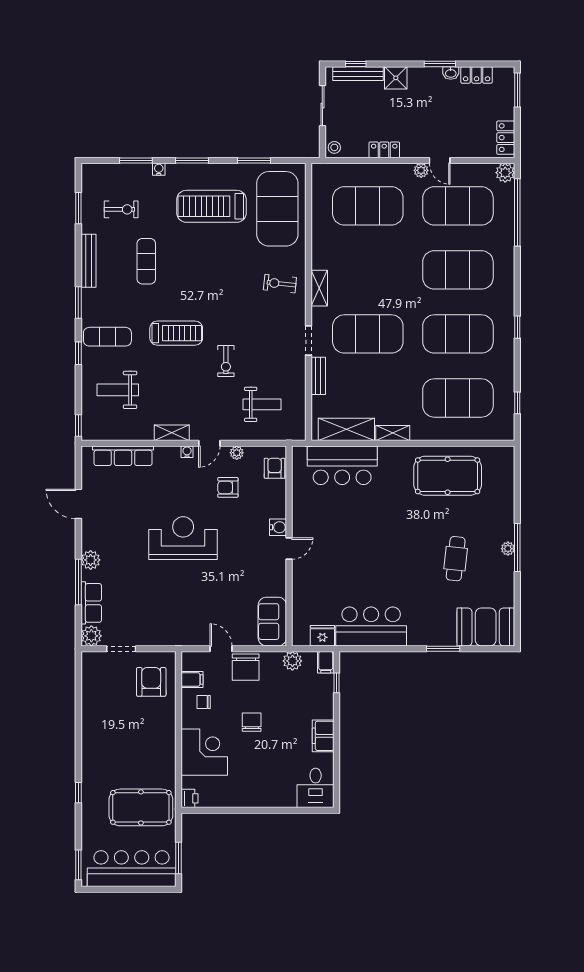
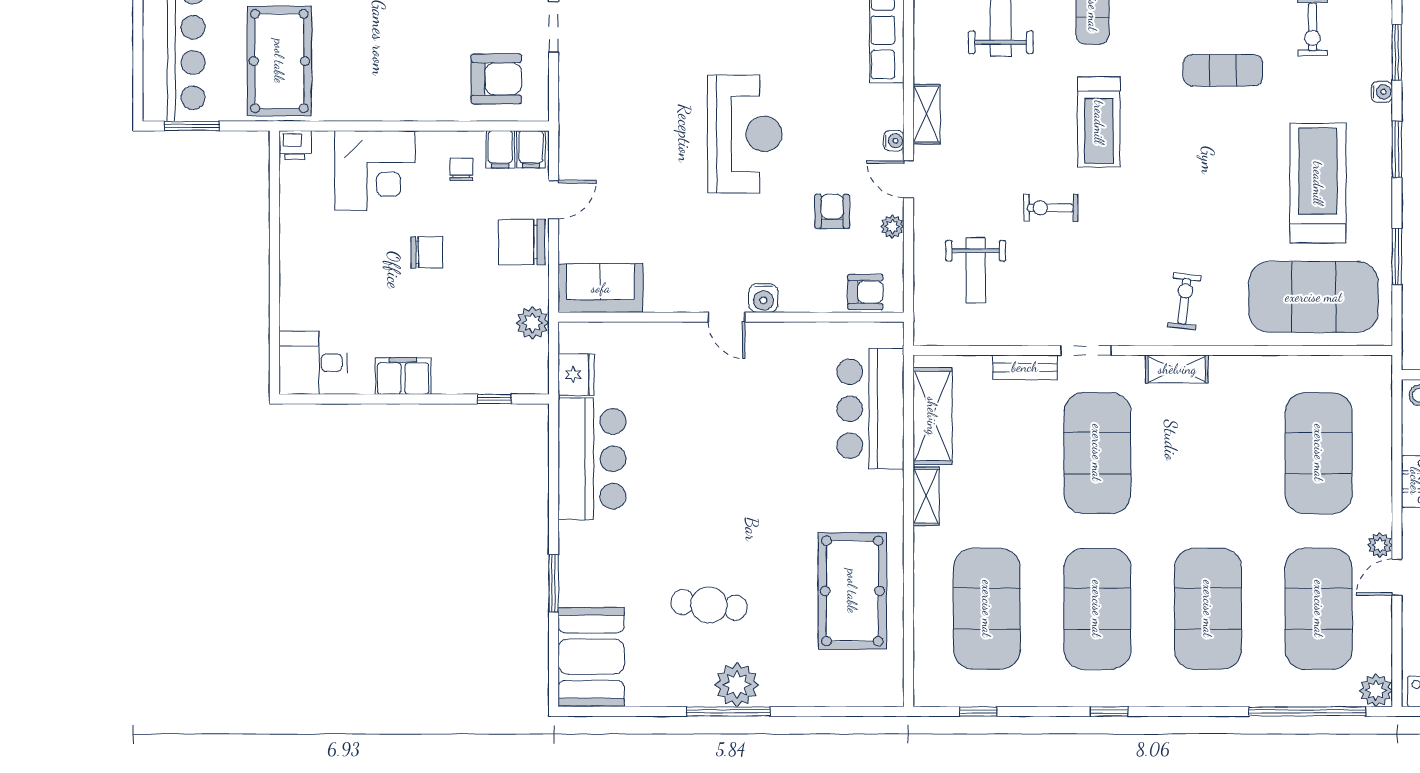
plant: (508, 549) -> (737, 685), width x1.88, depth x1.88
filing cabinet: (326, 662) -> (531, 149), moved, turned -90

